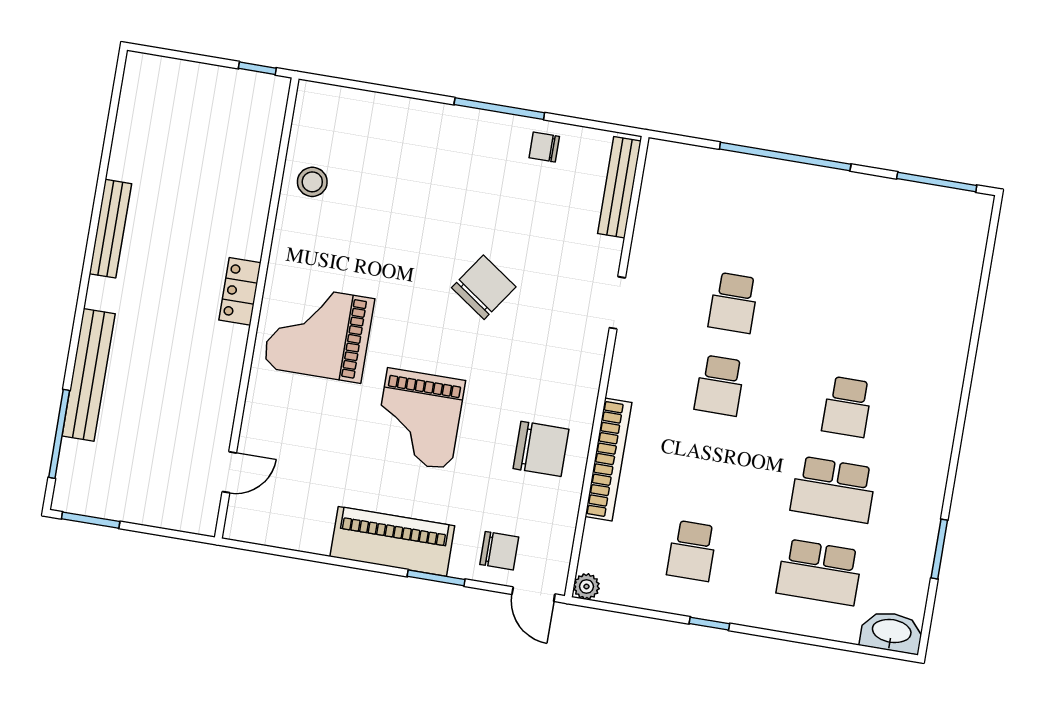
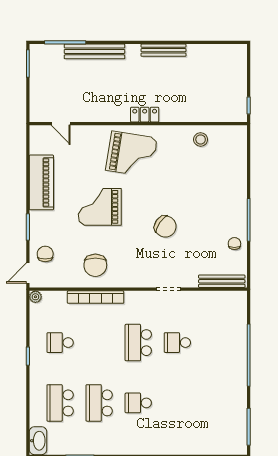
grand piano: (319, 333) -> (132, 154), turned 99
school desk: (720, 385) -> (138, 343), width x1.85
piano: (392, 541) -> (41, 182), moved
chair: (499, 551) -> (45, 254), turned 180

